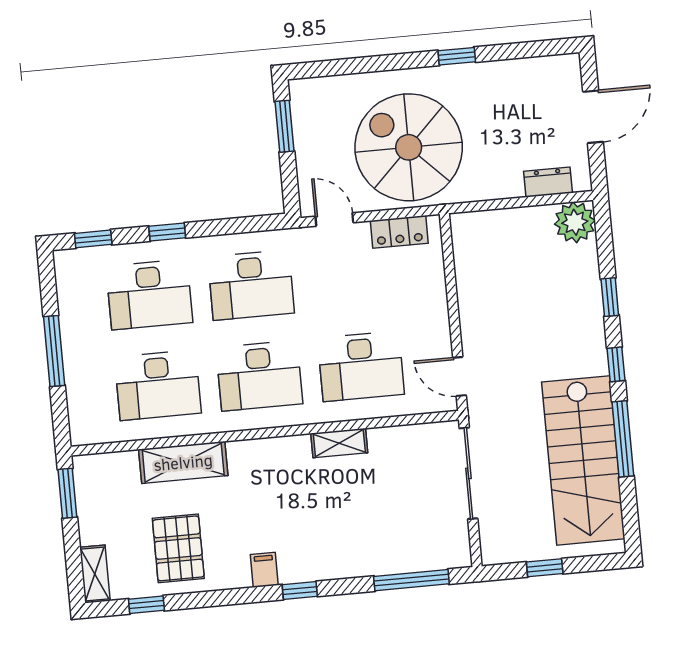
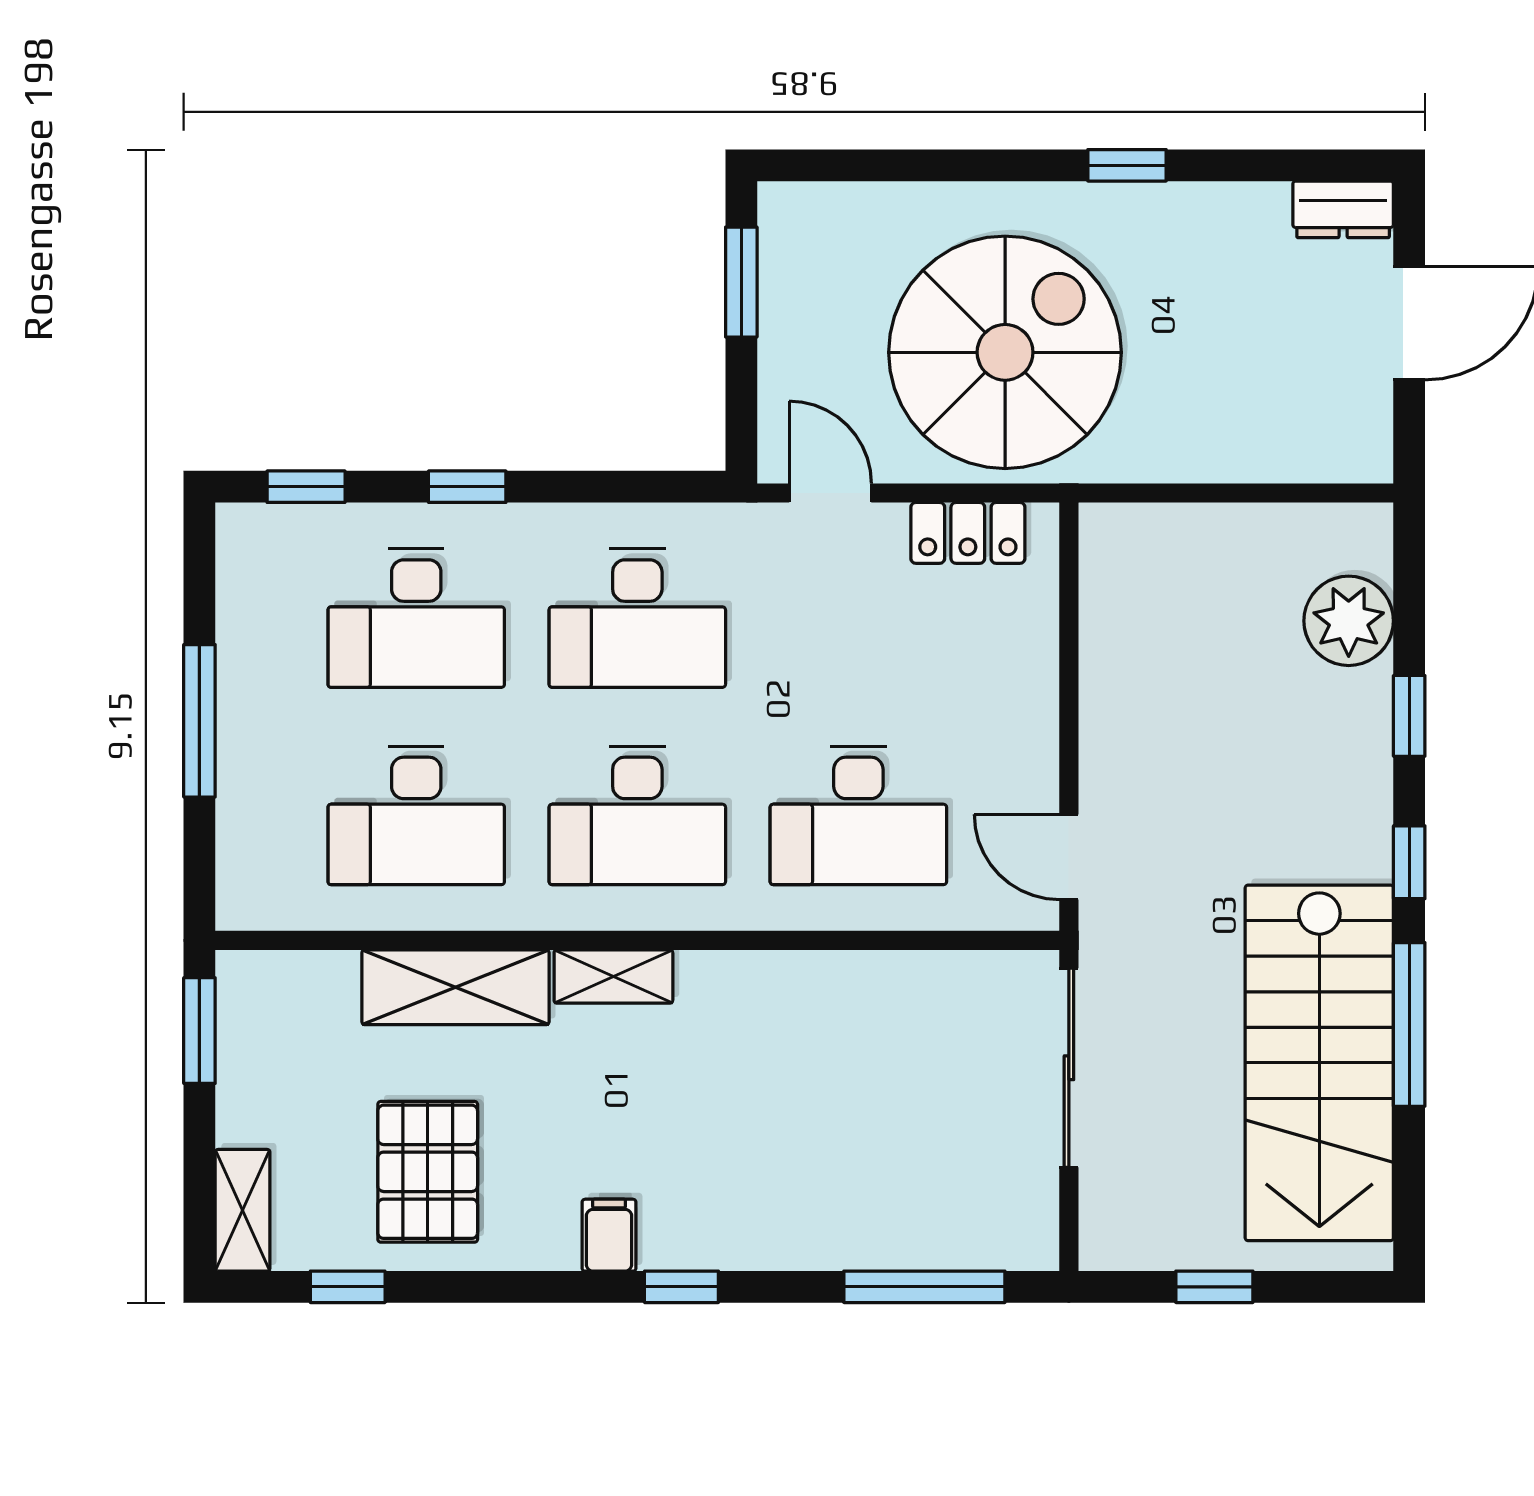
spiral stairs: (409, 147) -> (1005, 352), turned 90
dresser: (548, 182) -> (1343, 209), moved, turned 180
plant: (575, 222) -> (1349, 621), moved
shelving: (339, 443) -> (613, 976), moved

